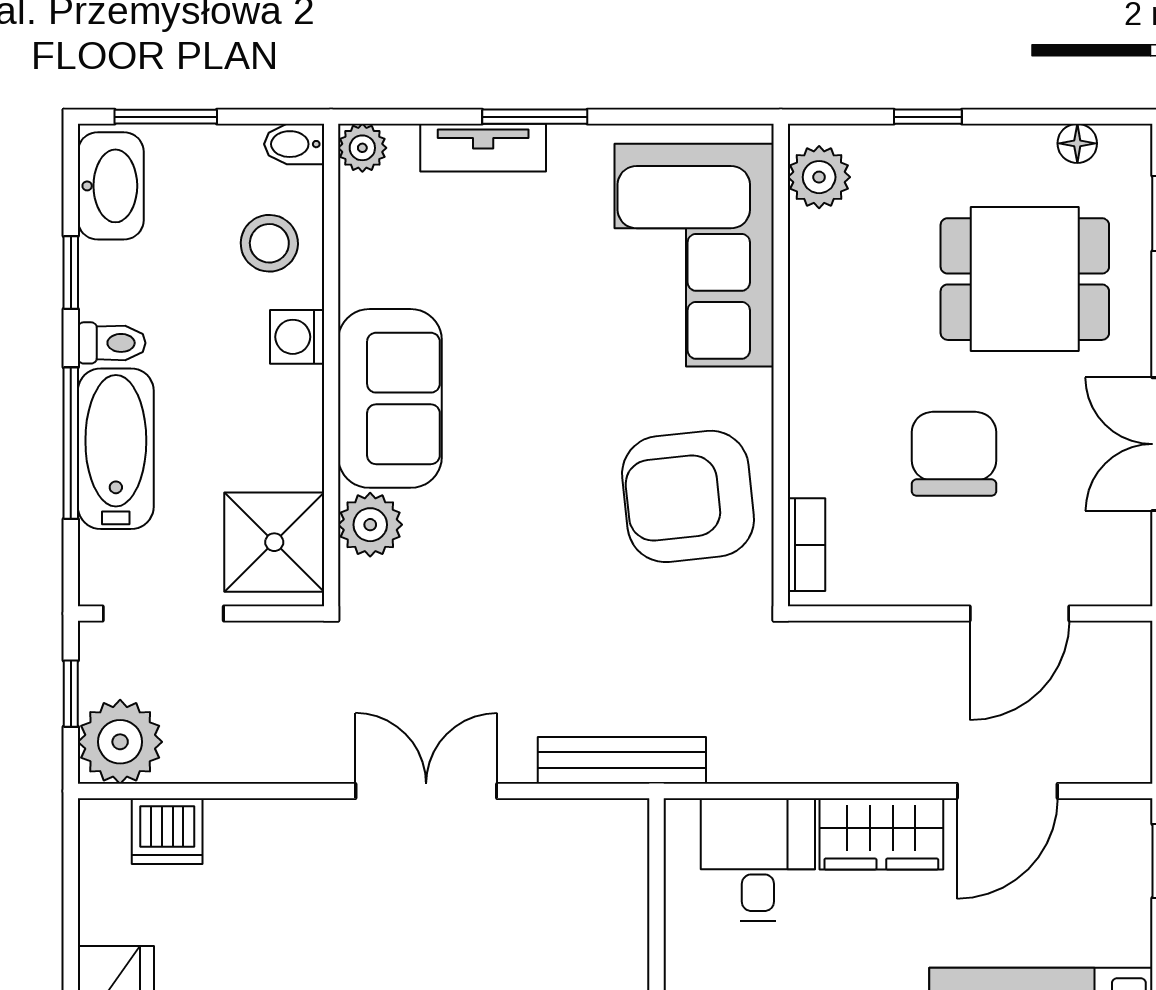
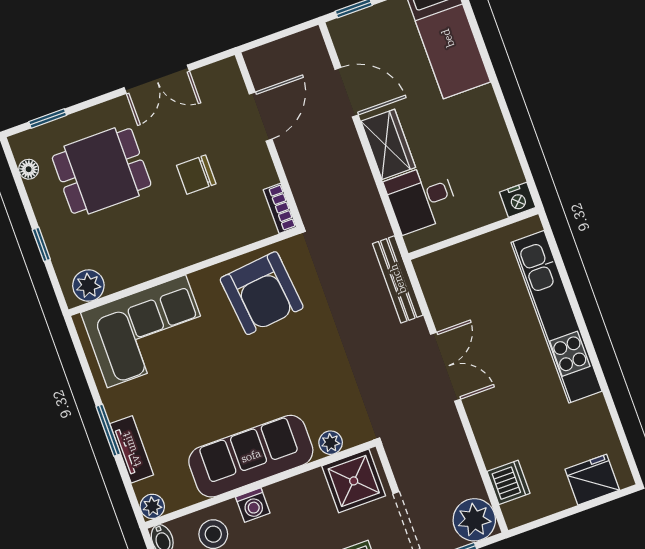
dining table: (1025, 279) -> (102, 171), turned 90
sofa: (390, 398) -> (251, 456), width x1.36
chair: (954, 454) -> (196, 175), width x0.73, depth x0.73
plant: (370, 525) -> (331, 443), width x0.73, depth x0.73
bookcase: (806, 545) -> (280, 208), moved, turned -90
door: (1020, 614) -> (261, 117), hinge flipped
double door: (426, 791) -> (445, 367), swing flipped

